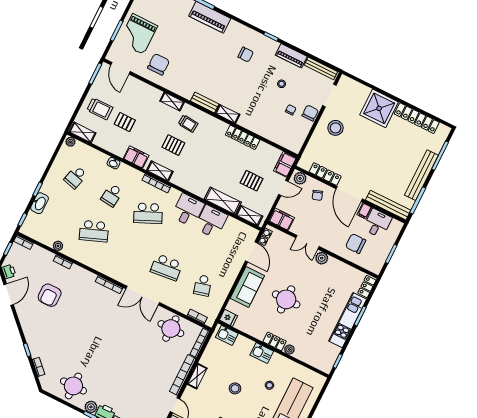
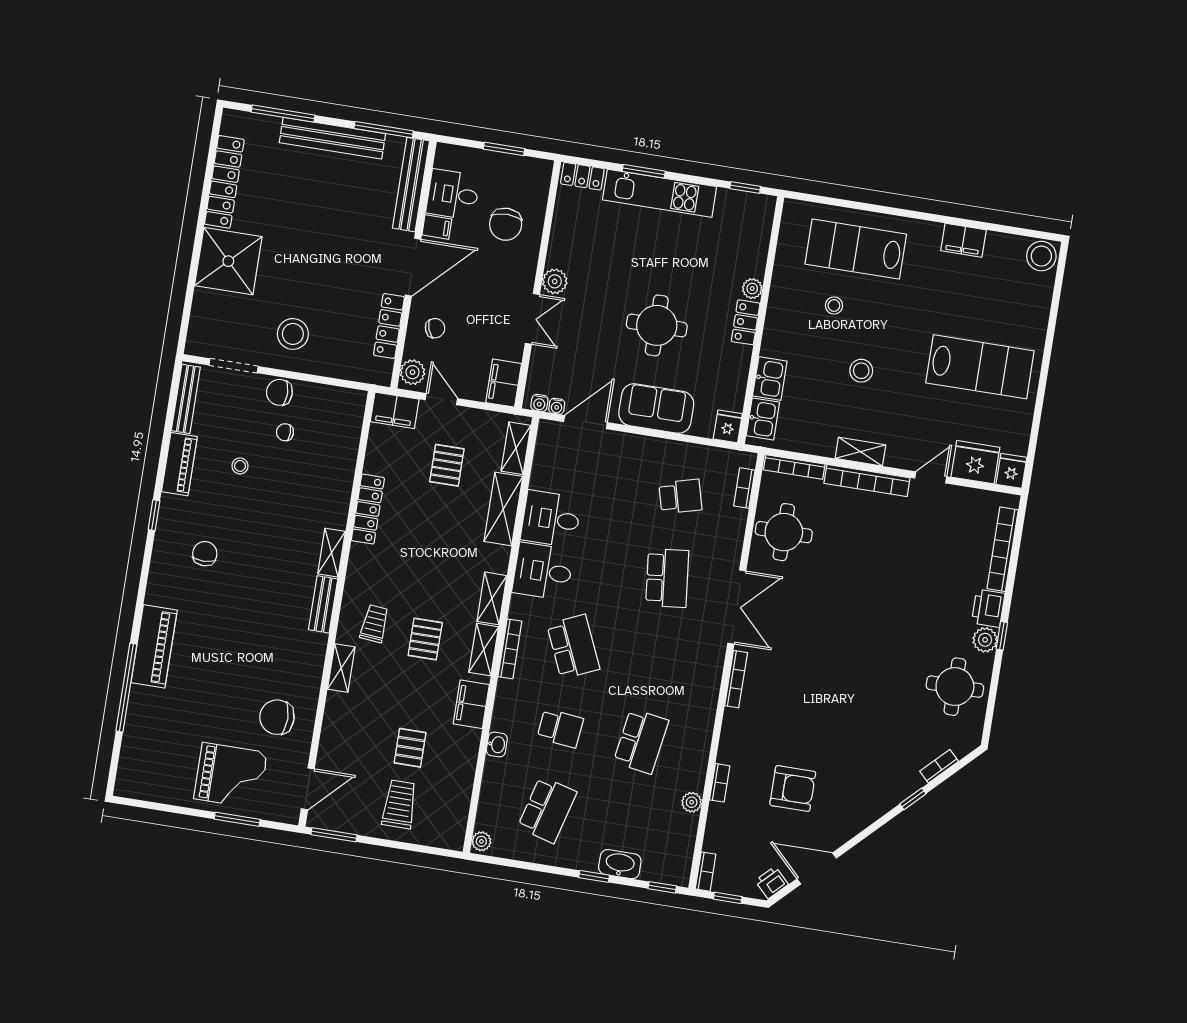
shelving: (83, 132) -> (492, 598), moved
school desk: (76, 177) -> (547, 810), width x1.85
school desk: (94, 231) -> (641, 741), turned 30
kitchen sink: (262, 353) -> (770, 379), moved

